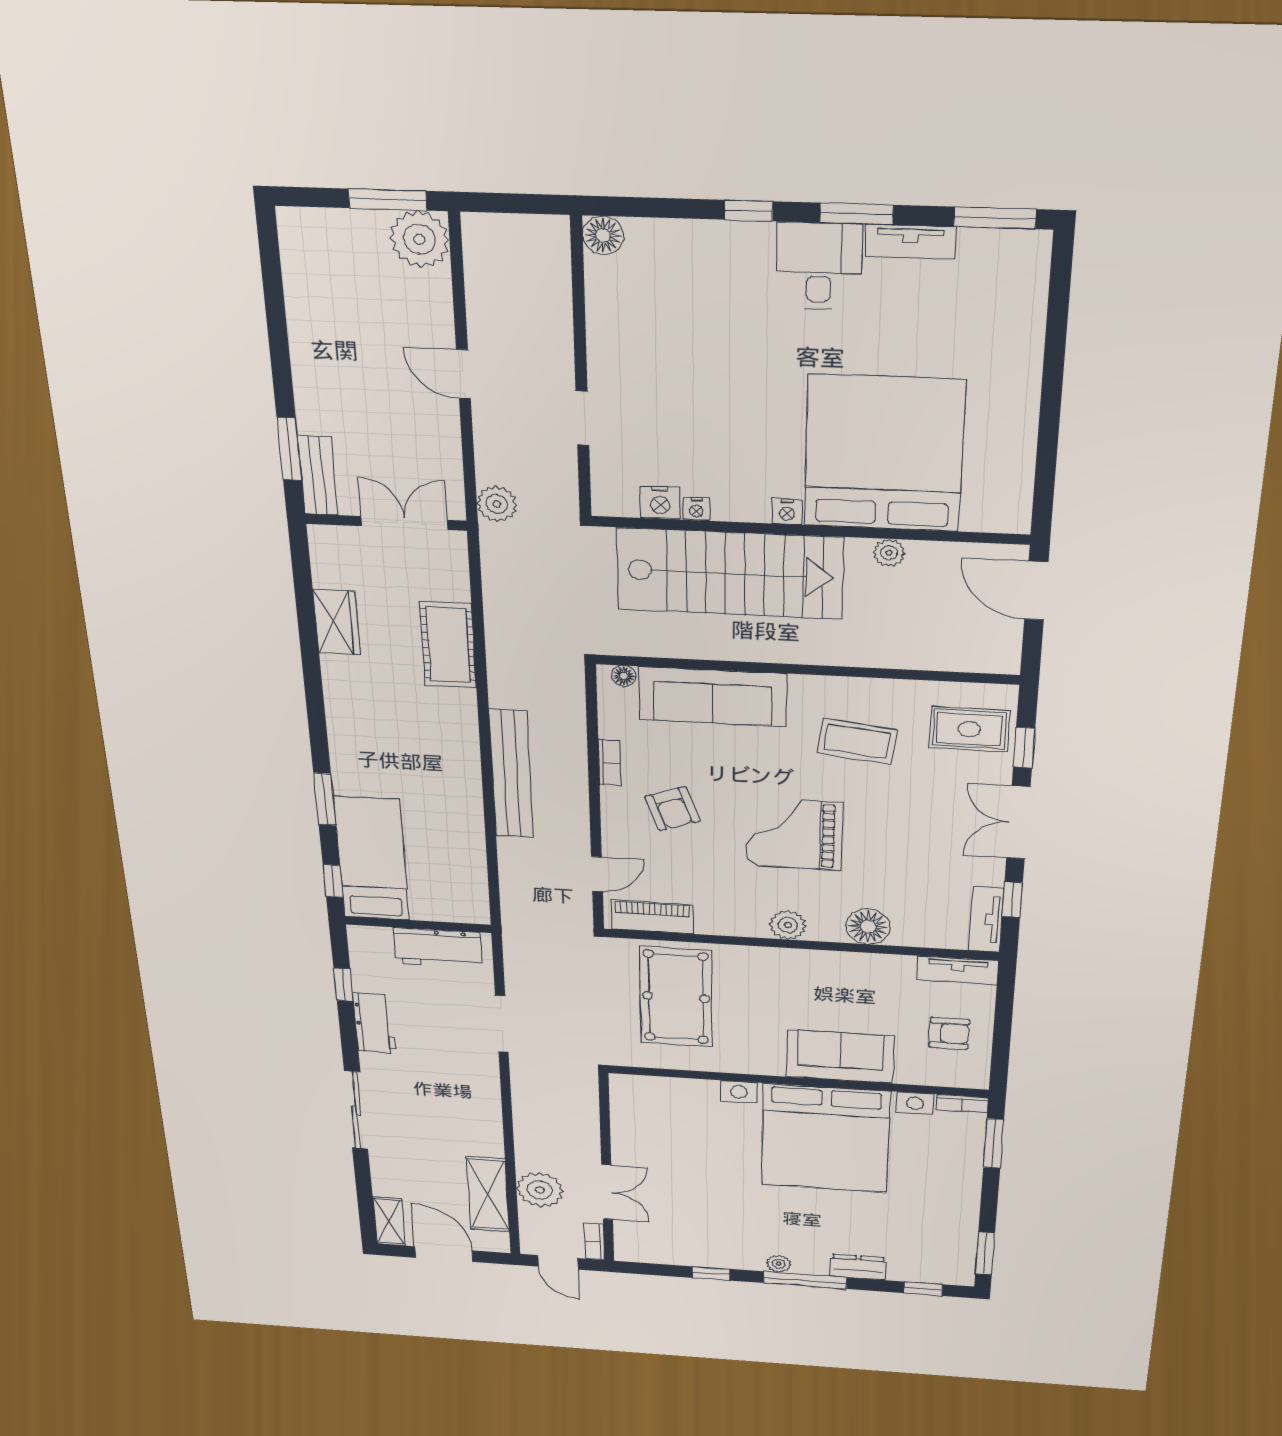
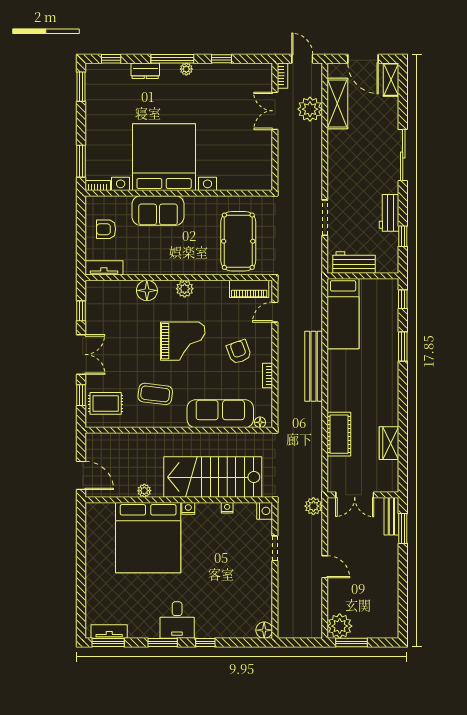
tv unit: (911, 242) -> (109, 632), moved
nightstand: (660, 503) -> (265, 511), moved, turned 90
bed: (372, 859) -> (343, 314), moved
tv unit: (986, 919) -> (92, 299), removed

